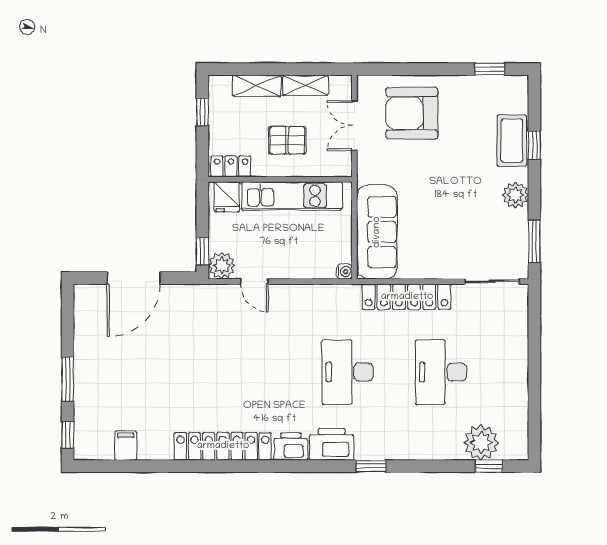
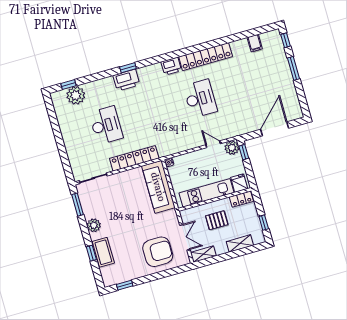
shelving: (305, 85) -> (203, 254), moved
desk: (348, 372) -> (200, 99), moved
printer: (332, 444) -> (126, 80), moved

